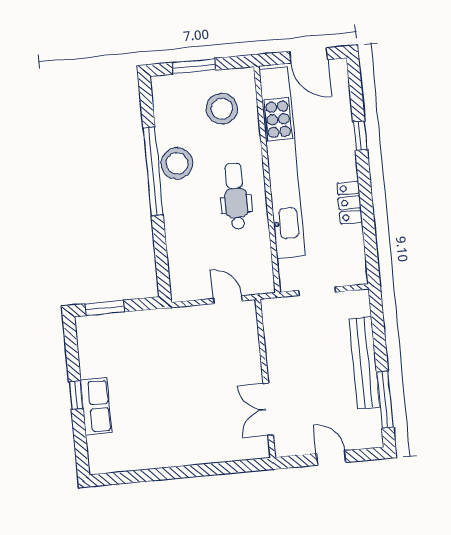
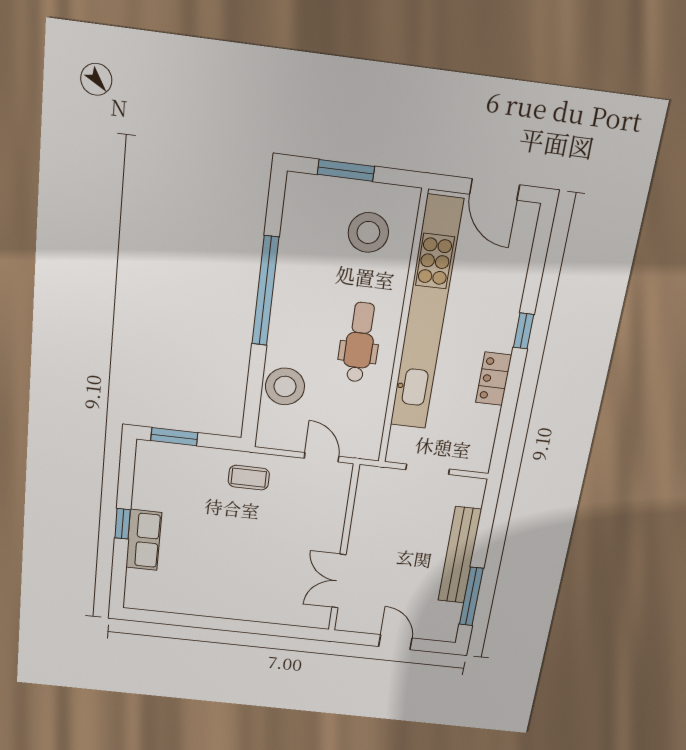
window: (360, 136) -> (524, 331), moved
stool: (177, 163) -> (285, 386), moved
coffee table: (172, 331) -> (249, 478), added

